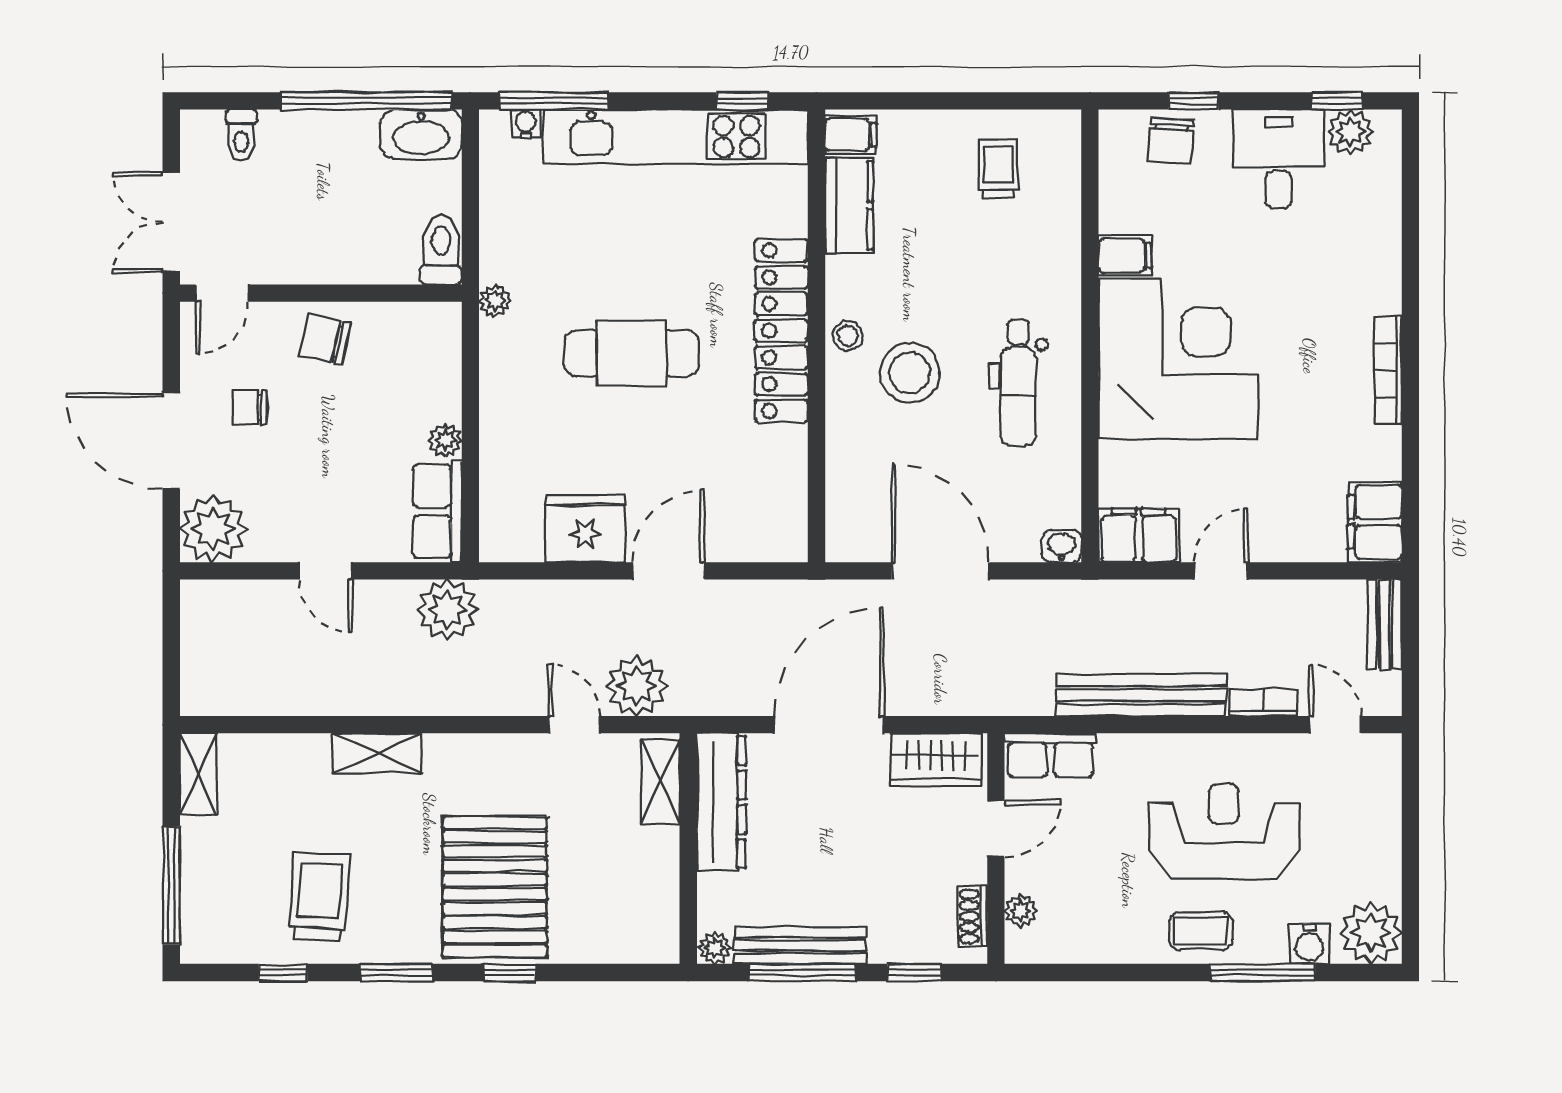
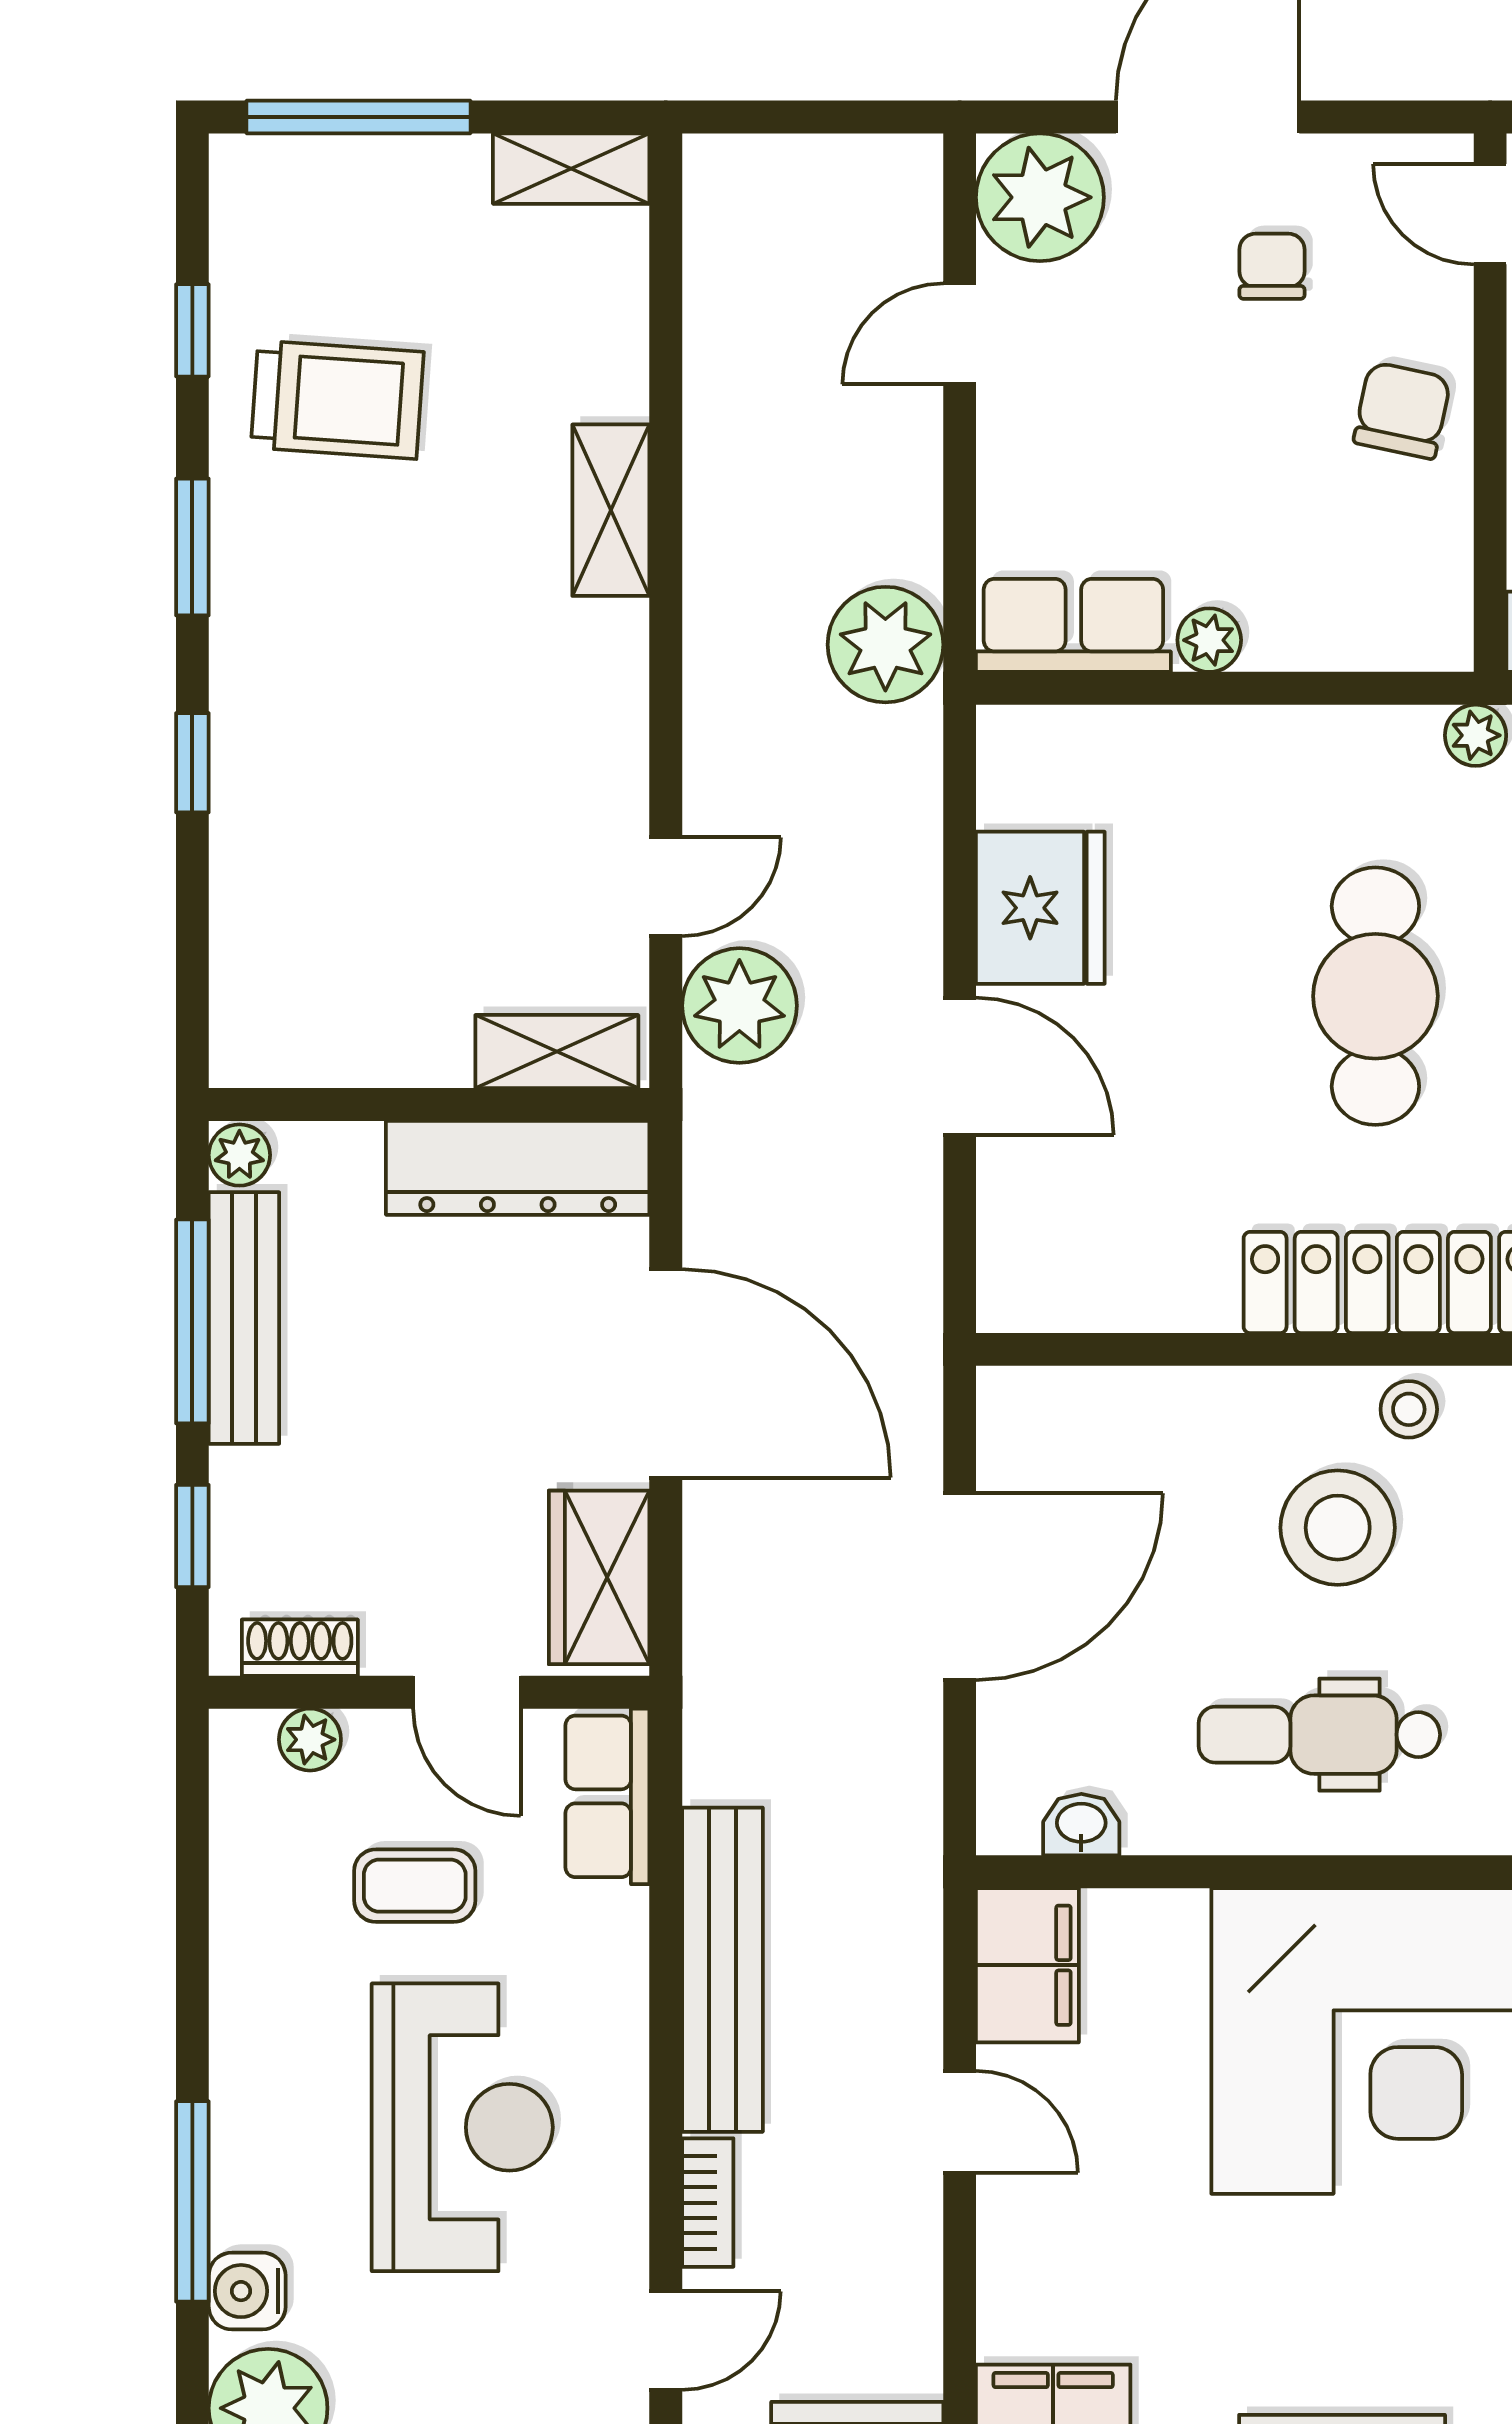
washbasin: (1061, 546) -> (1081, 1825), moved, turned -90
door: (326, 571) -> (960, 334), moved
pallet: (495, 887) -> (356, 735), removed
coffee table: (1201, 931) -> (415, 1886), moved, turned 90

